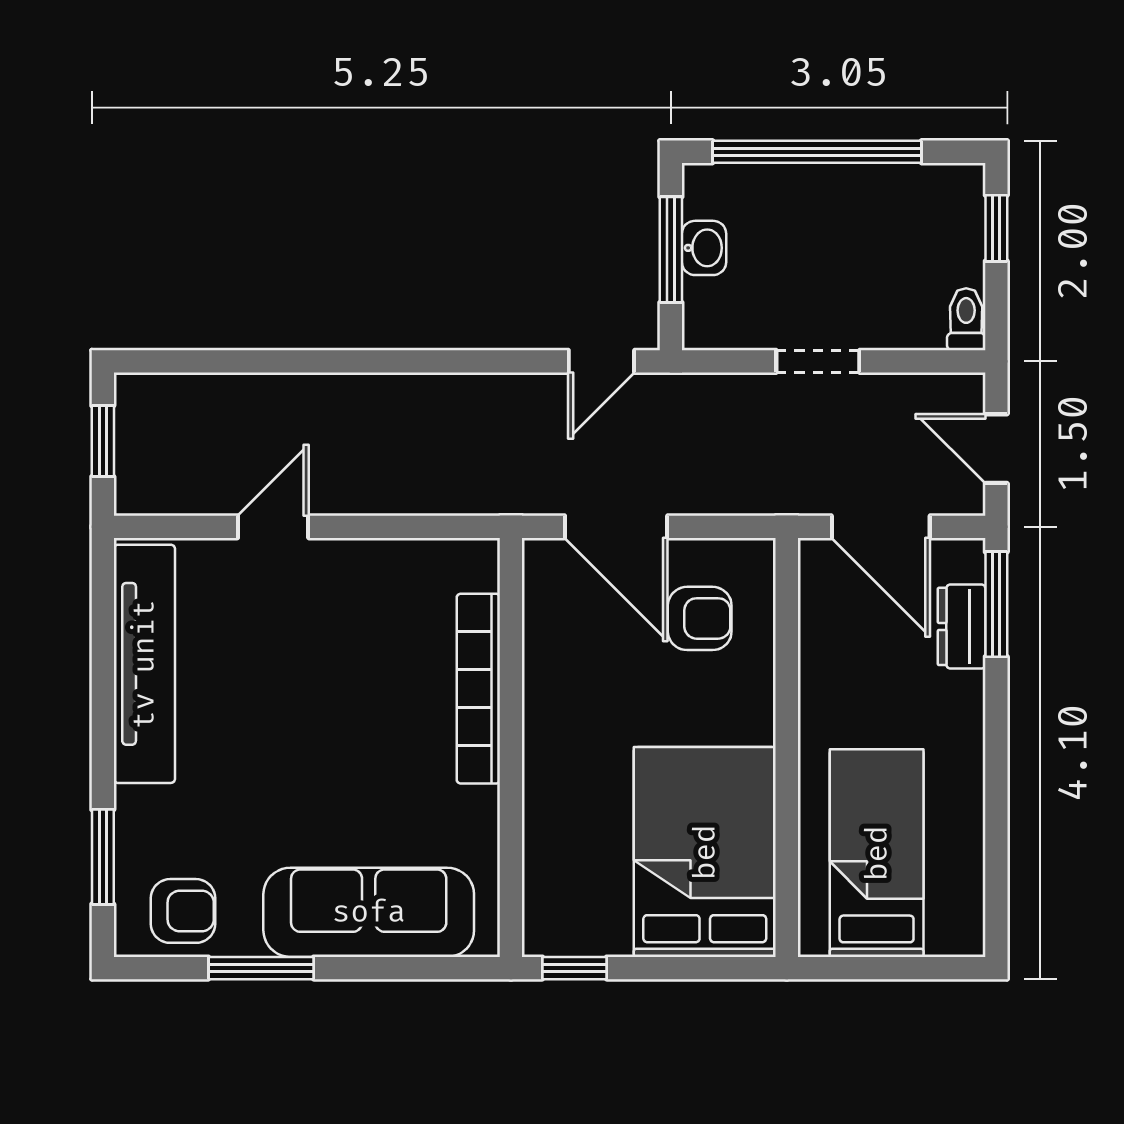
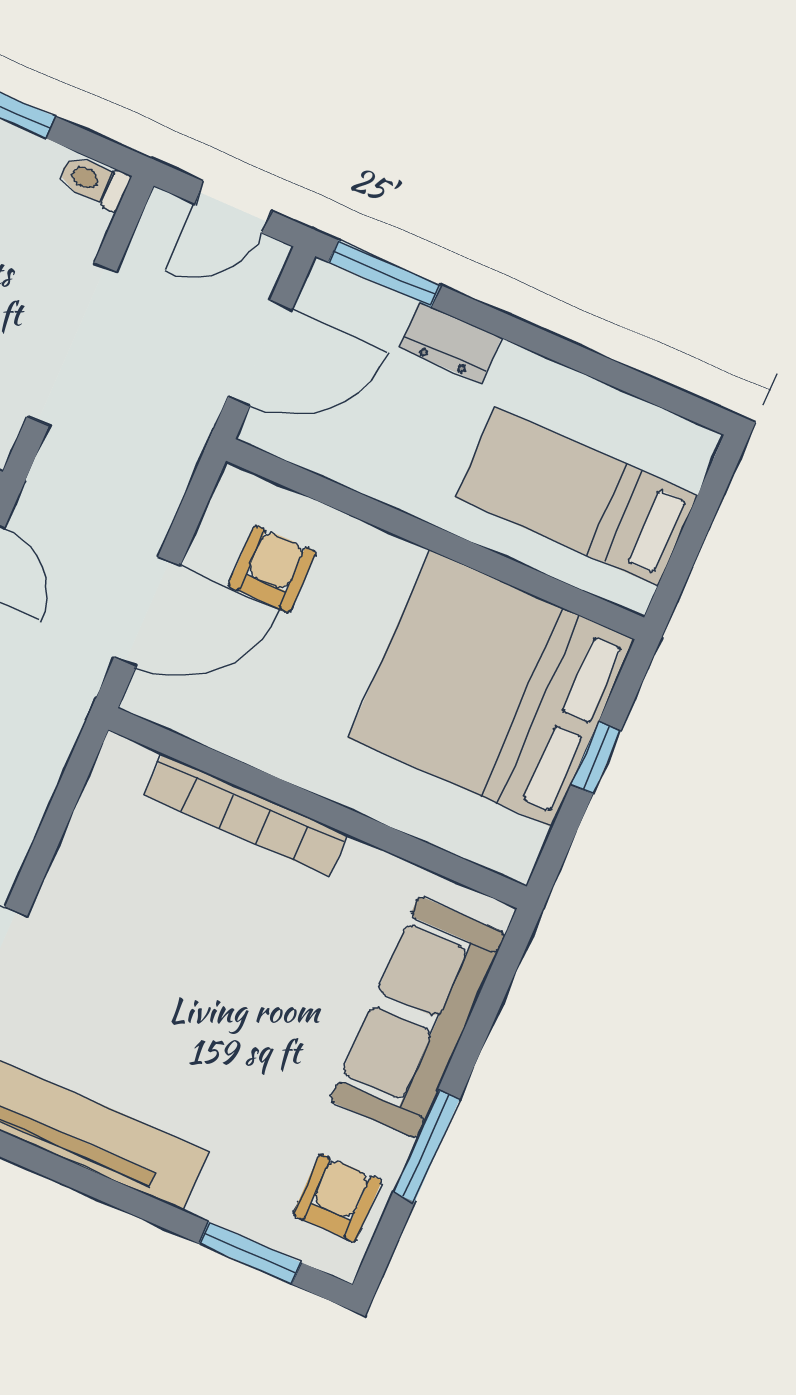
doorway: (818, 361) -> (72, 344), width x1.88
dresser: (962, 626) -> (450, 343), moved
bed: (705, 852) -> (491, 689), width x1.36
window: (574, 968) -> (596, 758), moved

